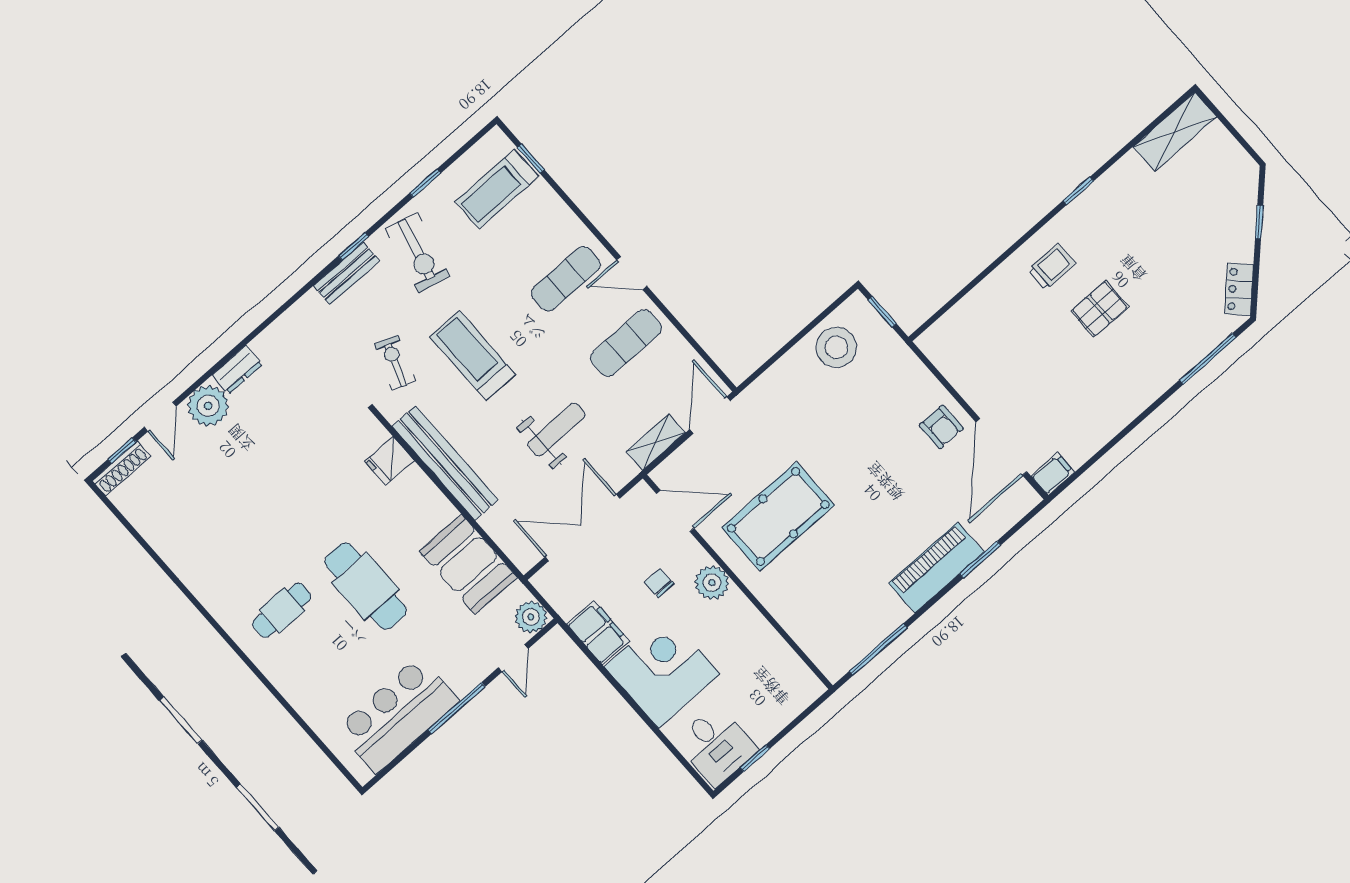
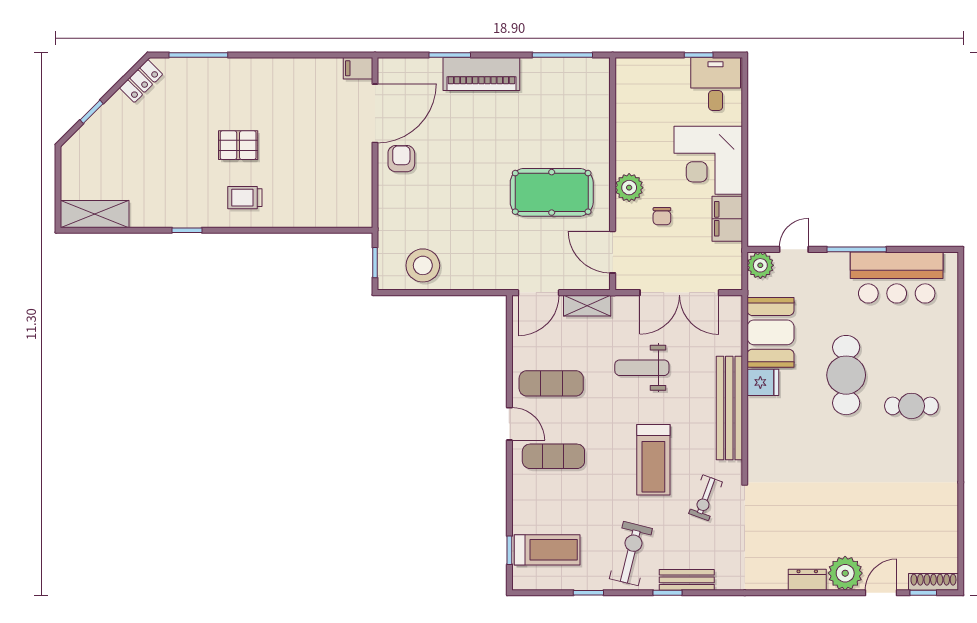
fridge: (389, 461) -> (763, 382), moved

